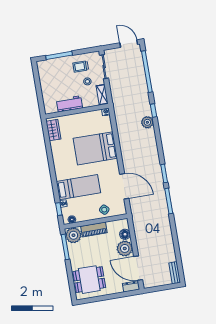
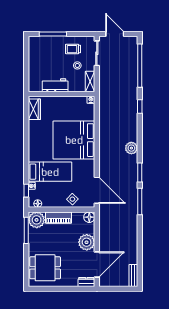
door: (129, 44) -> (115, 34), moved
plant: (147, 122) -> (131, 148), moved
bed: (95, 148) -> (74, 140), width x1.36
door: (124, 186) -> (97, 190), moved
floor lamp: (125, 234) -> (89, 217), moved
door: (138, 268) -> (97, 265), swing flipped

